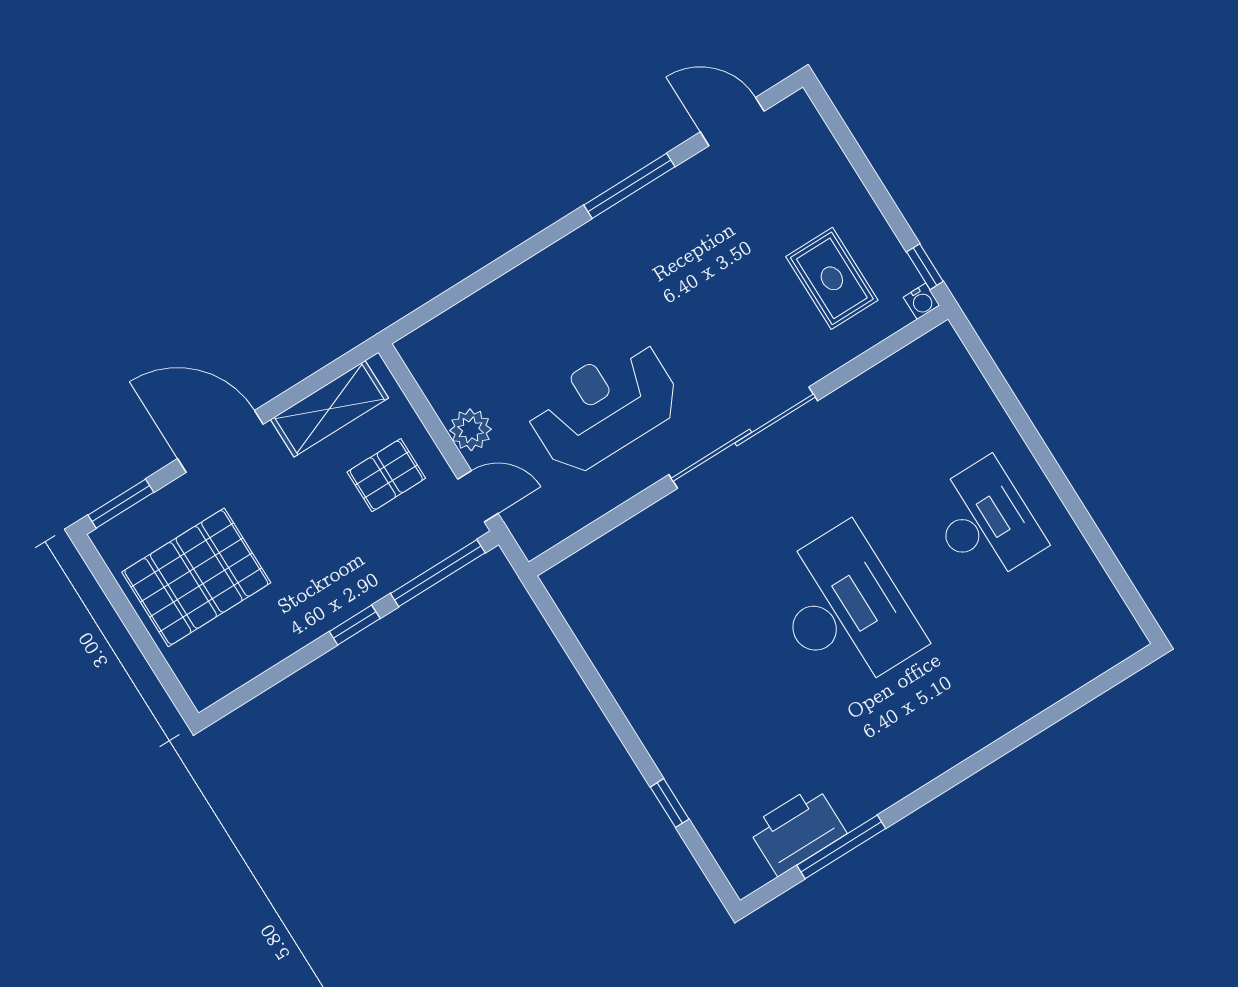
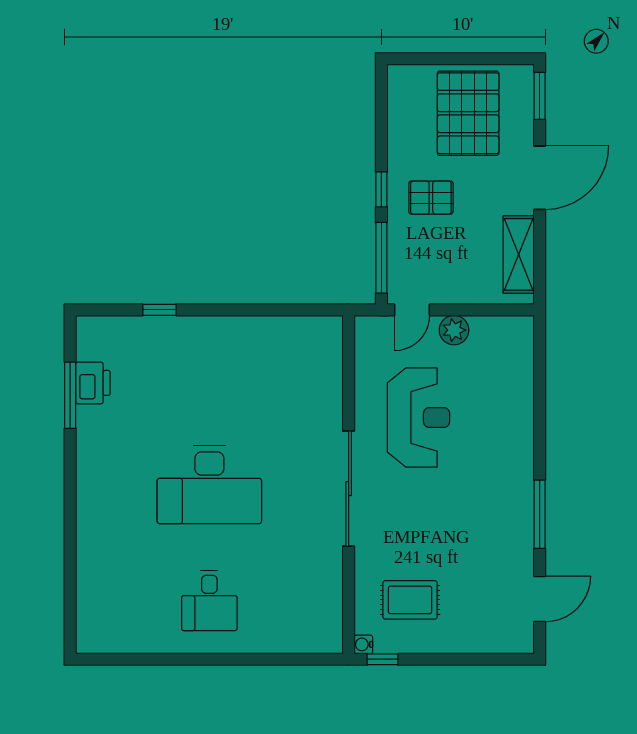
pallet: (386, 475) -> (431, 198), moved, turned 90
desk: (985, 522) -> (209, 601), width x0.73
printer: (797, 830) -> (93, 383), width x0.73, depth x0.84

